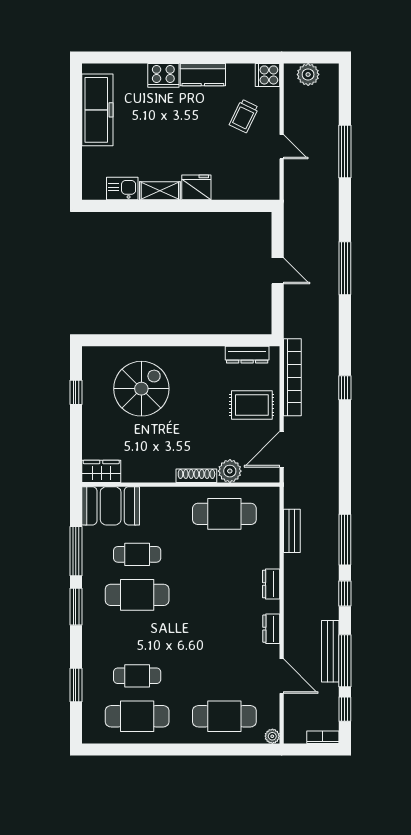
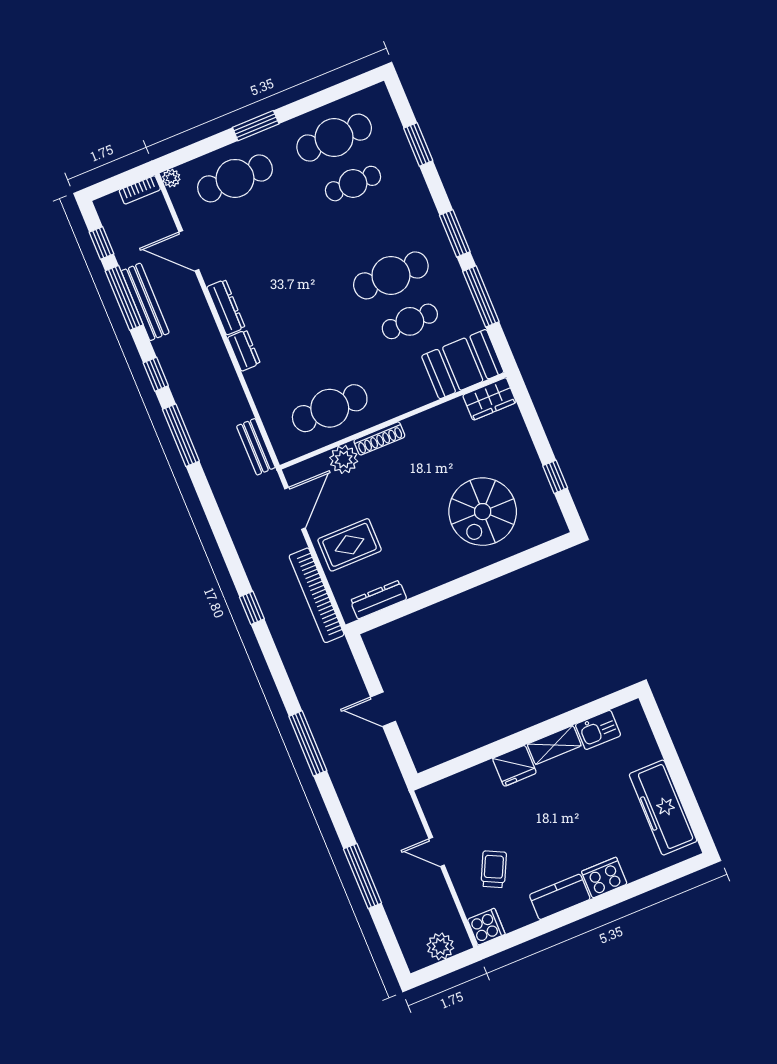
bench: (292, 531) -> (256, 447), moved
dresser: (271, 629) -> (226, 307), width x1.44
bookcase: (323, 737) -> (140, 190), moved
window: (192, 750) -> (256, 126), added

